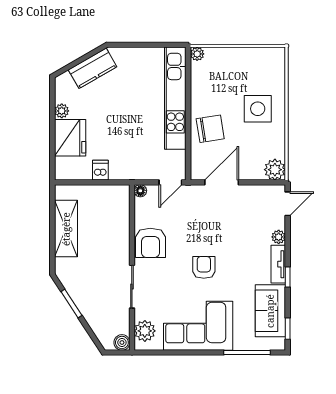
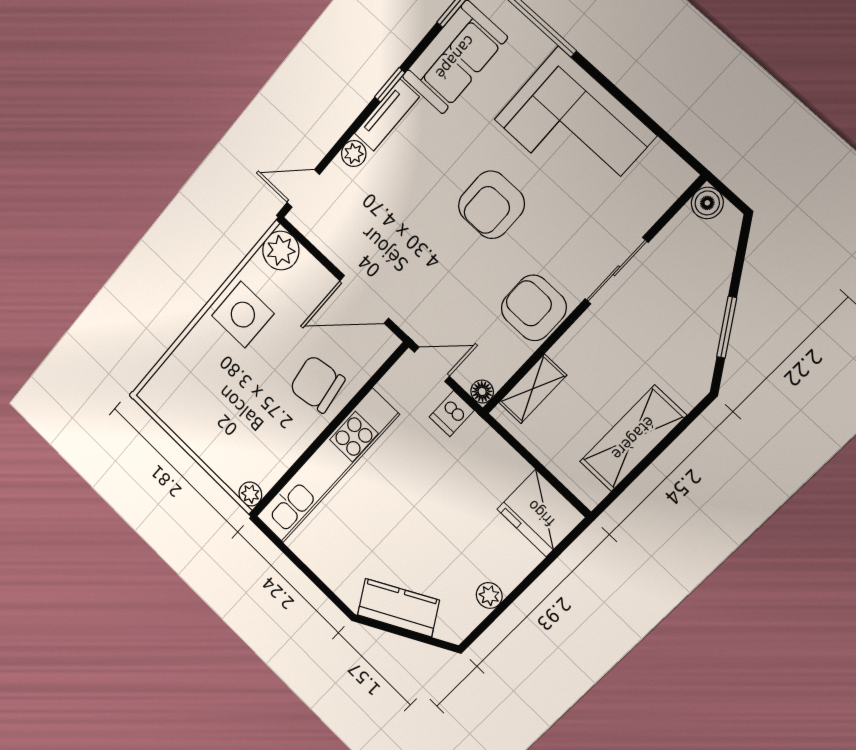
side table: (258, 109) -> (243, 315), moved
fridge: (70, 138) -> (541, 513), moved, turned -90
dishwasher: (100, 170) -> (452, 414), moved
shelving: (122, 211) -> (533, 389), added
armchair: (150, 243) -> (534, 308), turned -90
armchair: (204, 267) -> (491, 205), width x1.38, depth x1.38
plant: (145, 331) -> (658, 190), removed

